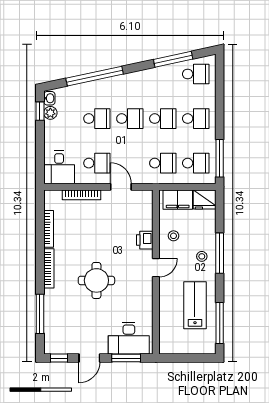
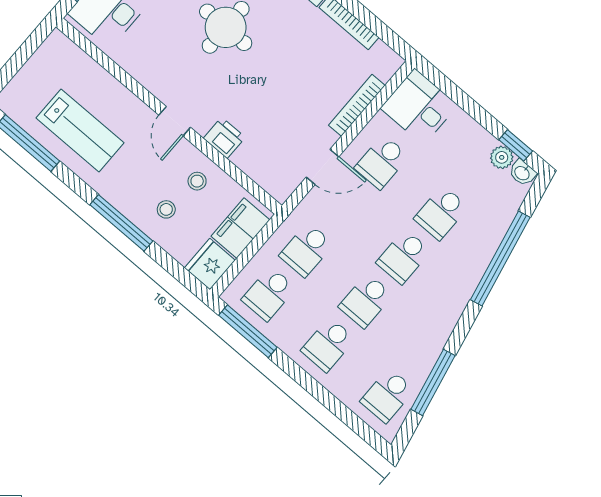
stool: (202, 256) -> (166, 209), moved

